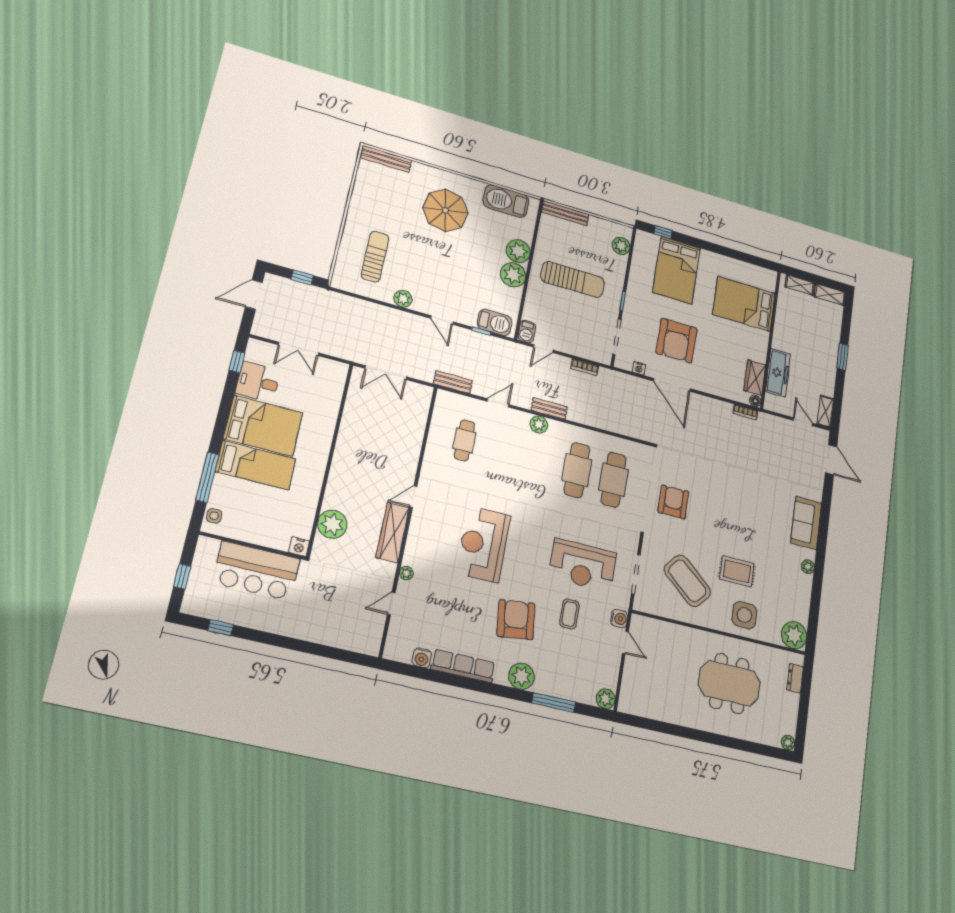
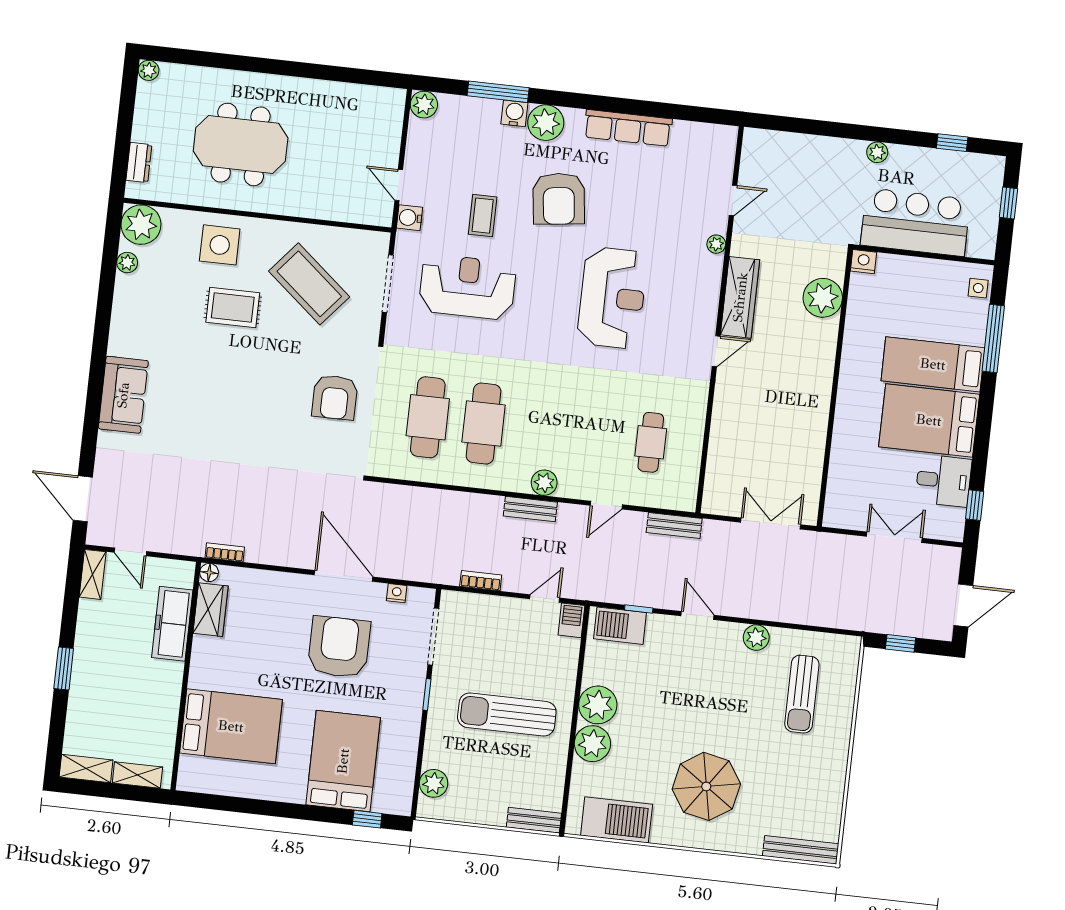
bench: (565, 213) -> (534, 820), width x0.73
plant: (808, 567) -> (127, 263), moved
plant: (279, 627) -> (877, 152), added
water cooler: (422, 658) -> (514, 113), moved

